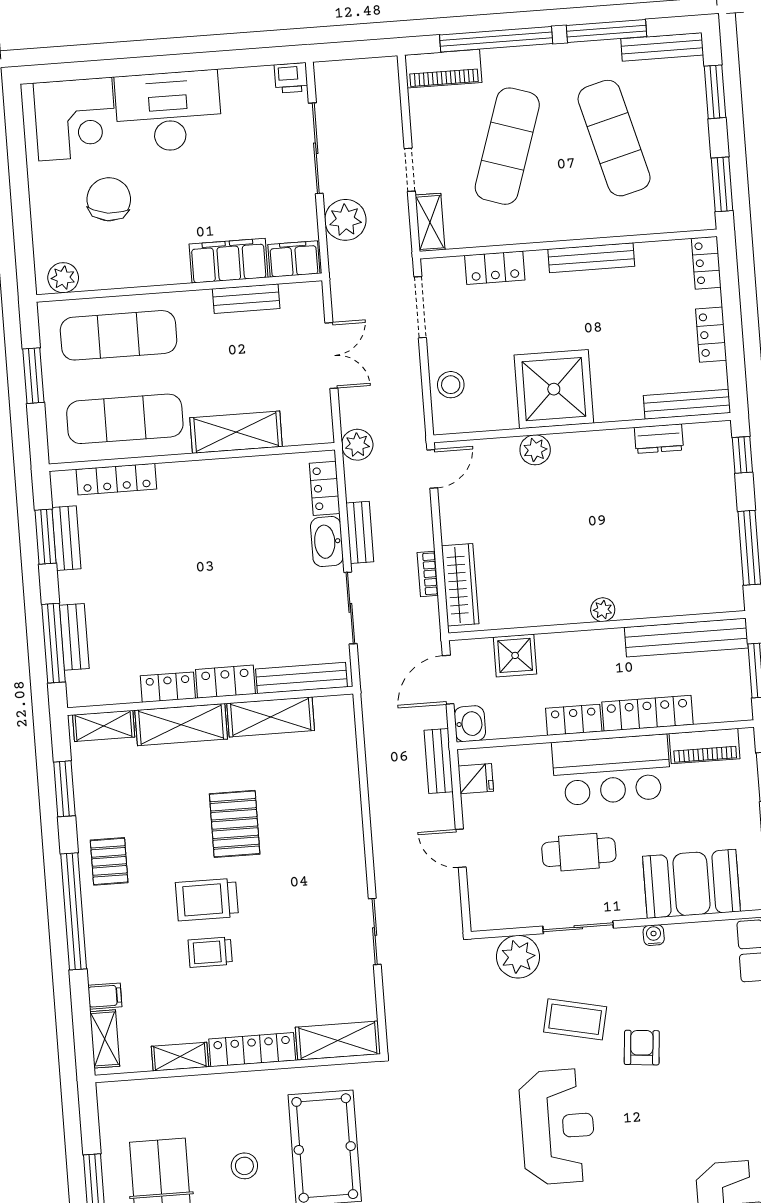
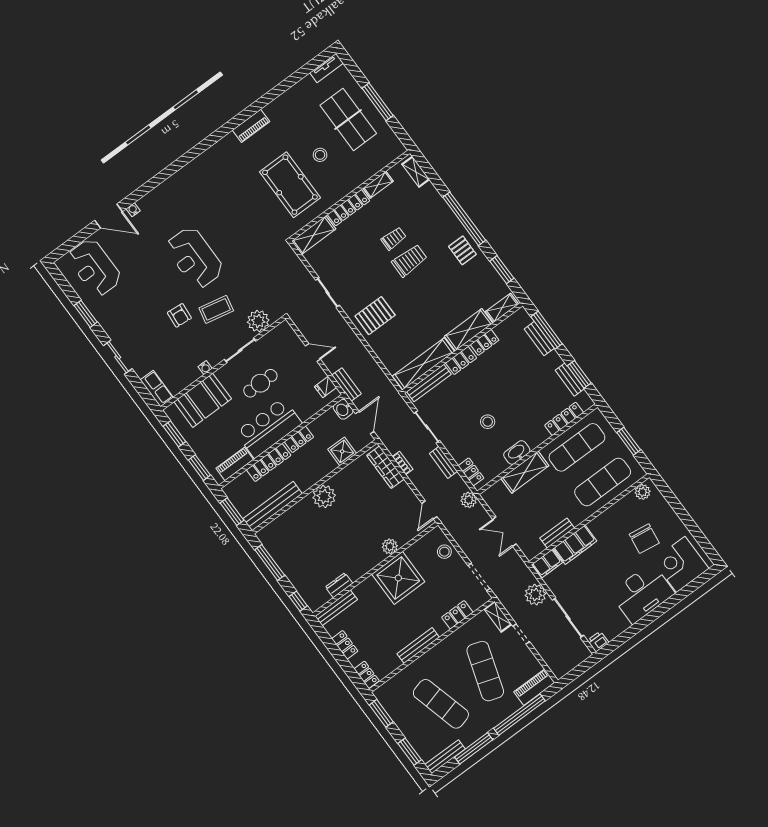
washbasin: (327, 542) -> (517, 453), moved, turned -90
stool: (245, 554) -> (488, 422), added
plant: (603, 610) -> (324, 496), width x1.88, depth x1.88
shelving: (271, 717) -> (423, 364), width x1.47
pallet: (235, 824) -> (375, 316), moved, turned 90
filing cabinet: (105, 996) -> (427, 191), removed

